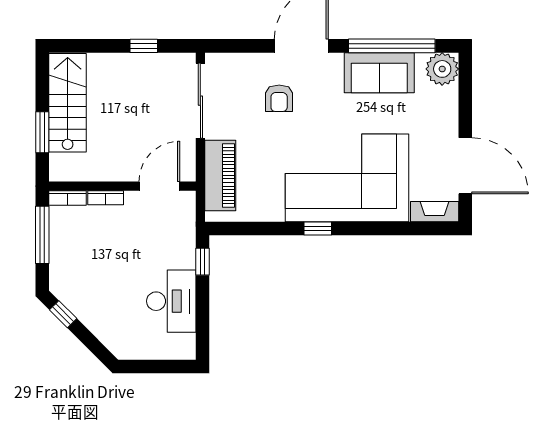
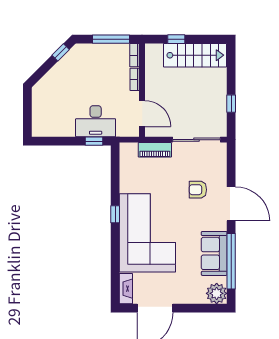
window: (42, 132) -> (176, 39), width x0.67
piano: (220, 175) -> (155, 150), width x0.73, depth x0.75
desk: (171, 301) -> (96, 121), moved

